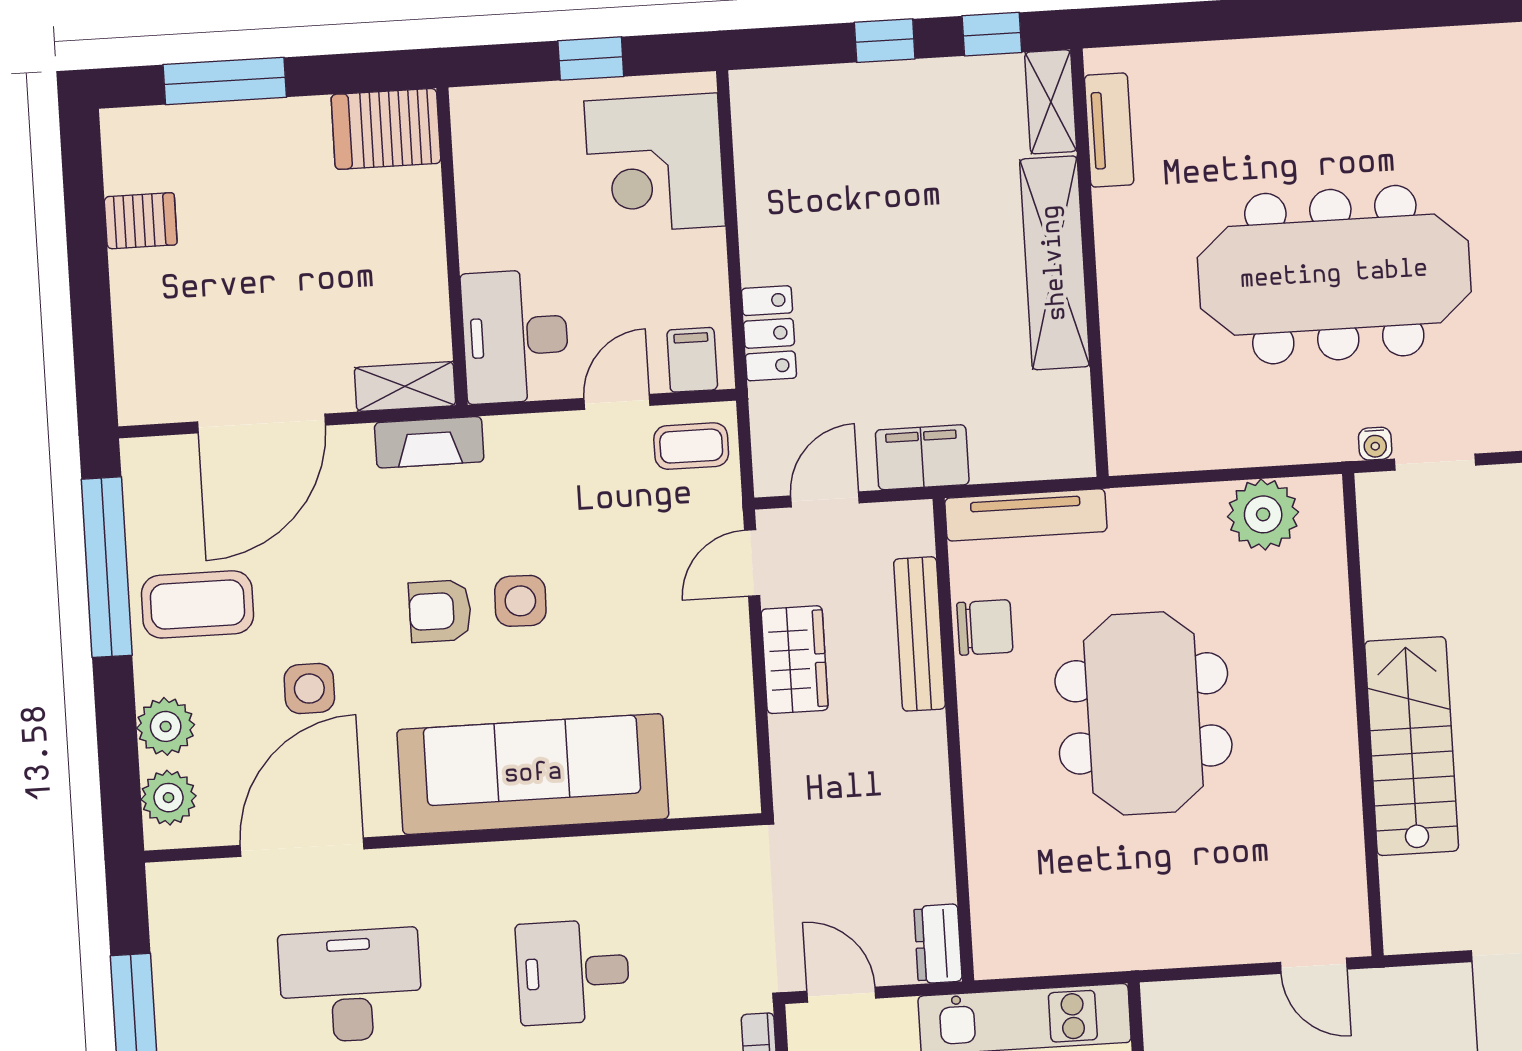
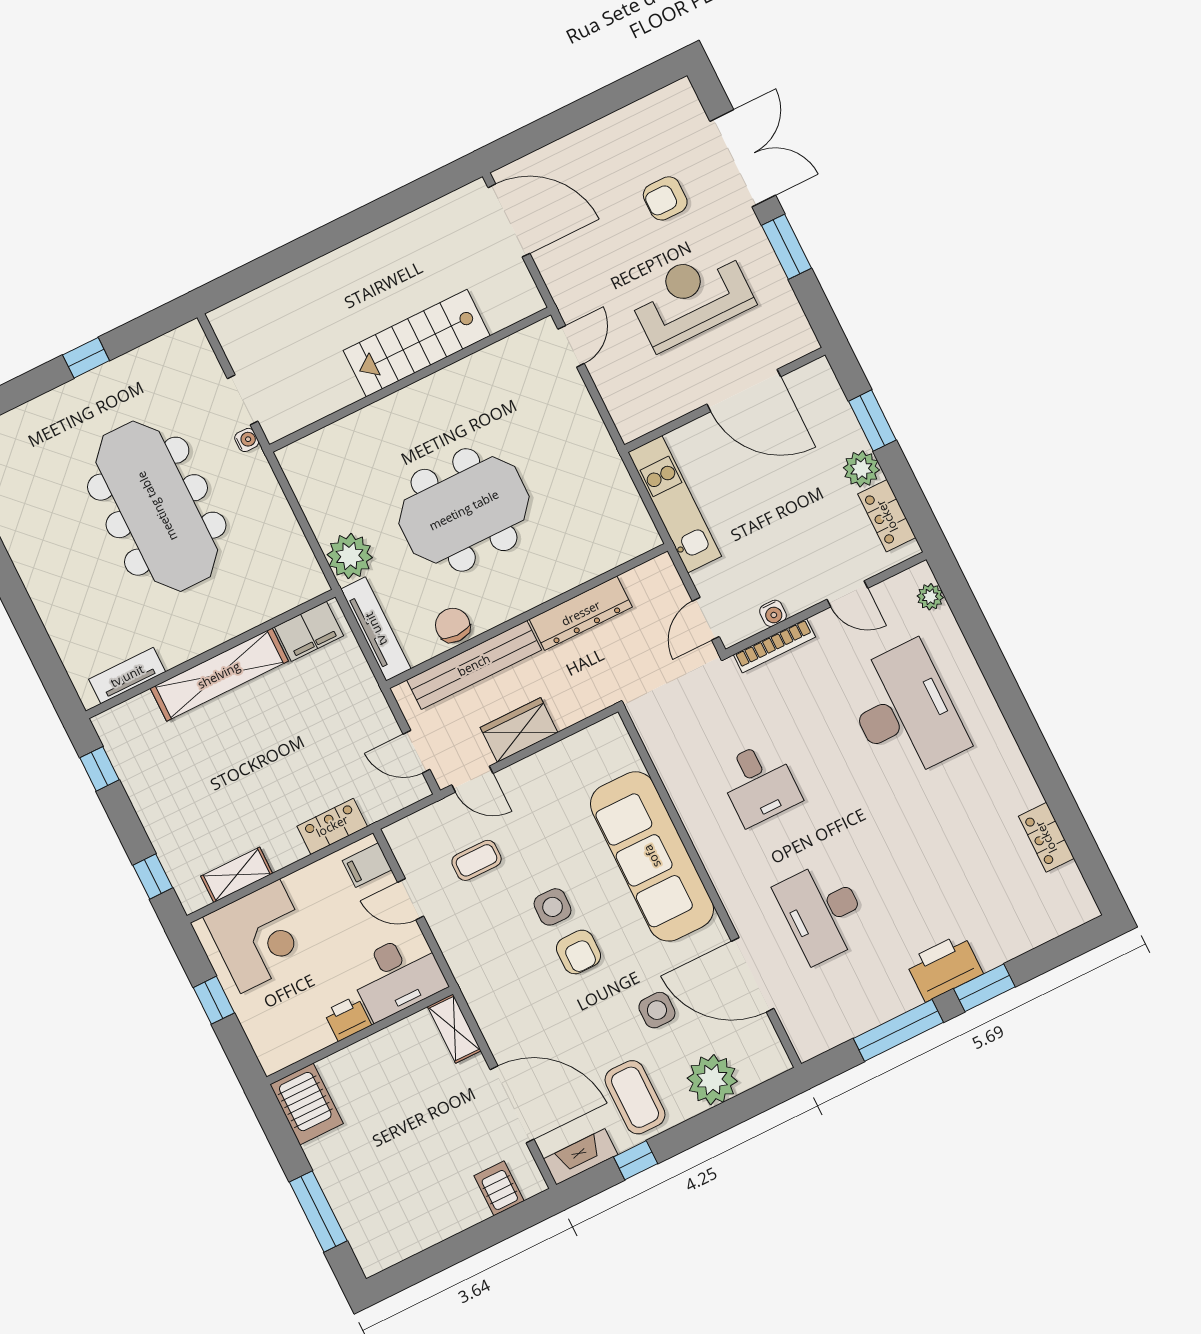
window: (885, 41) -> (153, 876), moved
shelving: (1051, 102) -> (237, 875), moved
server rack: (141, 221) -> (499, 1188), moved
printer: (484, 239) -> (348, 1018), added
fireplace: (429, 442) -> (581, 1157), moved, turned -90
coffee table: (691, 446) -> (477, 860), moved, turned 90
filing cabinet: (922, 457) -> (309, 631), moved, turned -90
plant: (1263, 514) -> (350, 556), moved
window: (107, 567) -> (636, 1160), width x0.32
bench: (919, 634) -> (474, 665), width x1.37, depth x1.21
plant: (166, 726) -> (712, 1080), width x1.36, depth x1.36
plant: (169, 798) -> (757, 1066), removed
dresser: (938, 944) -> (581, 613), moved, width x1.96, depth x1.24

